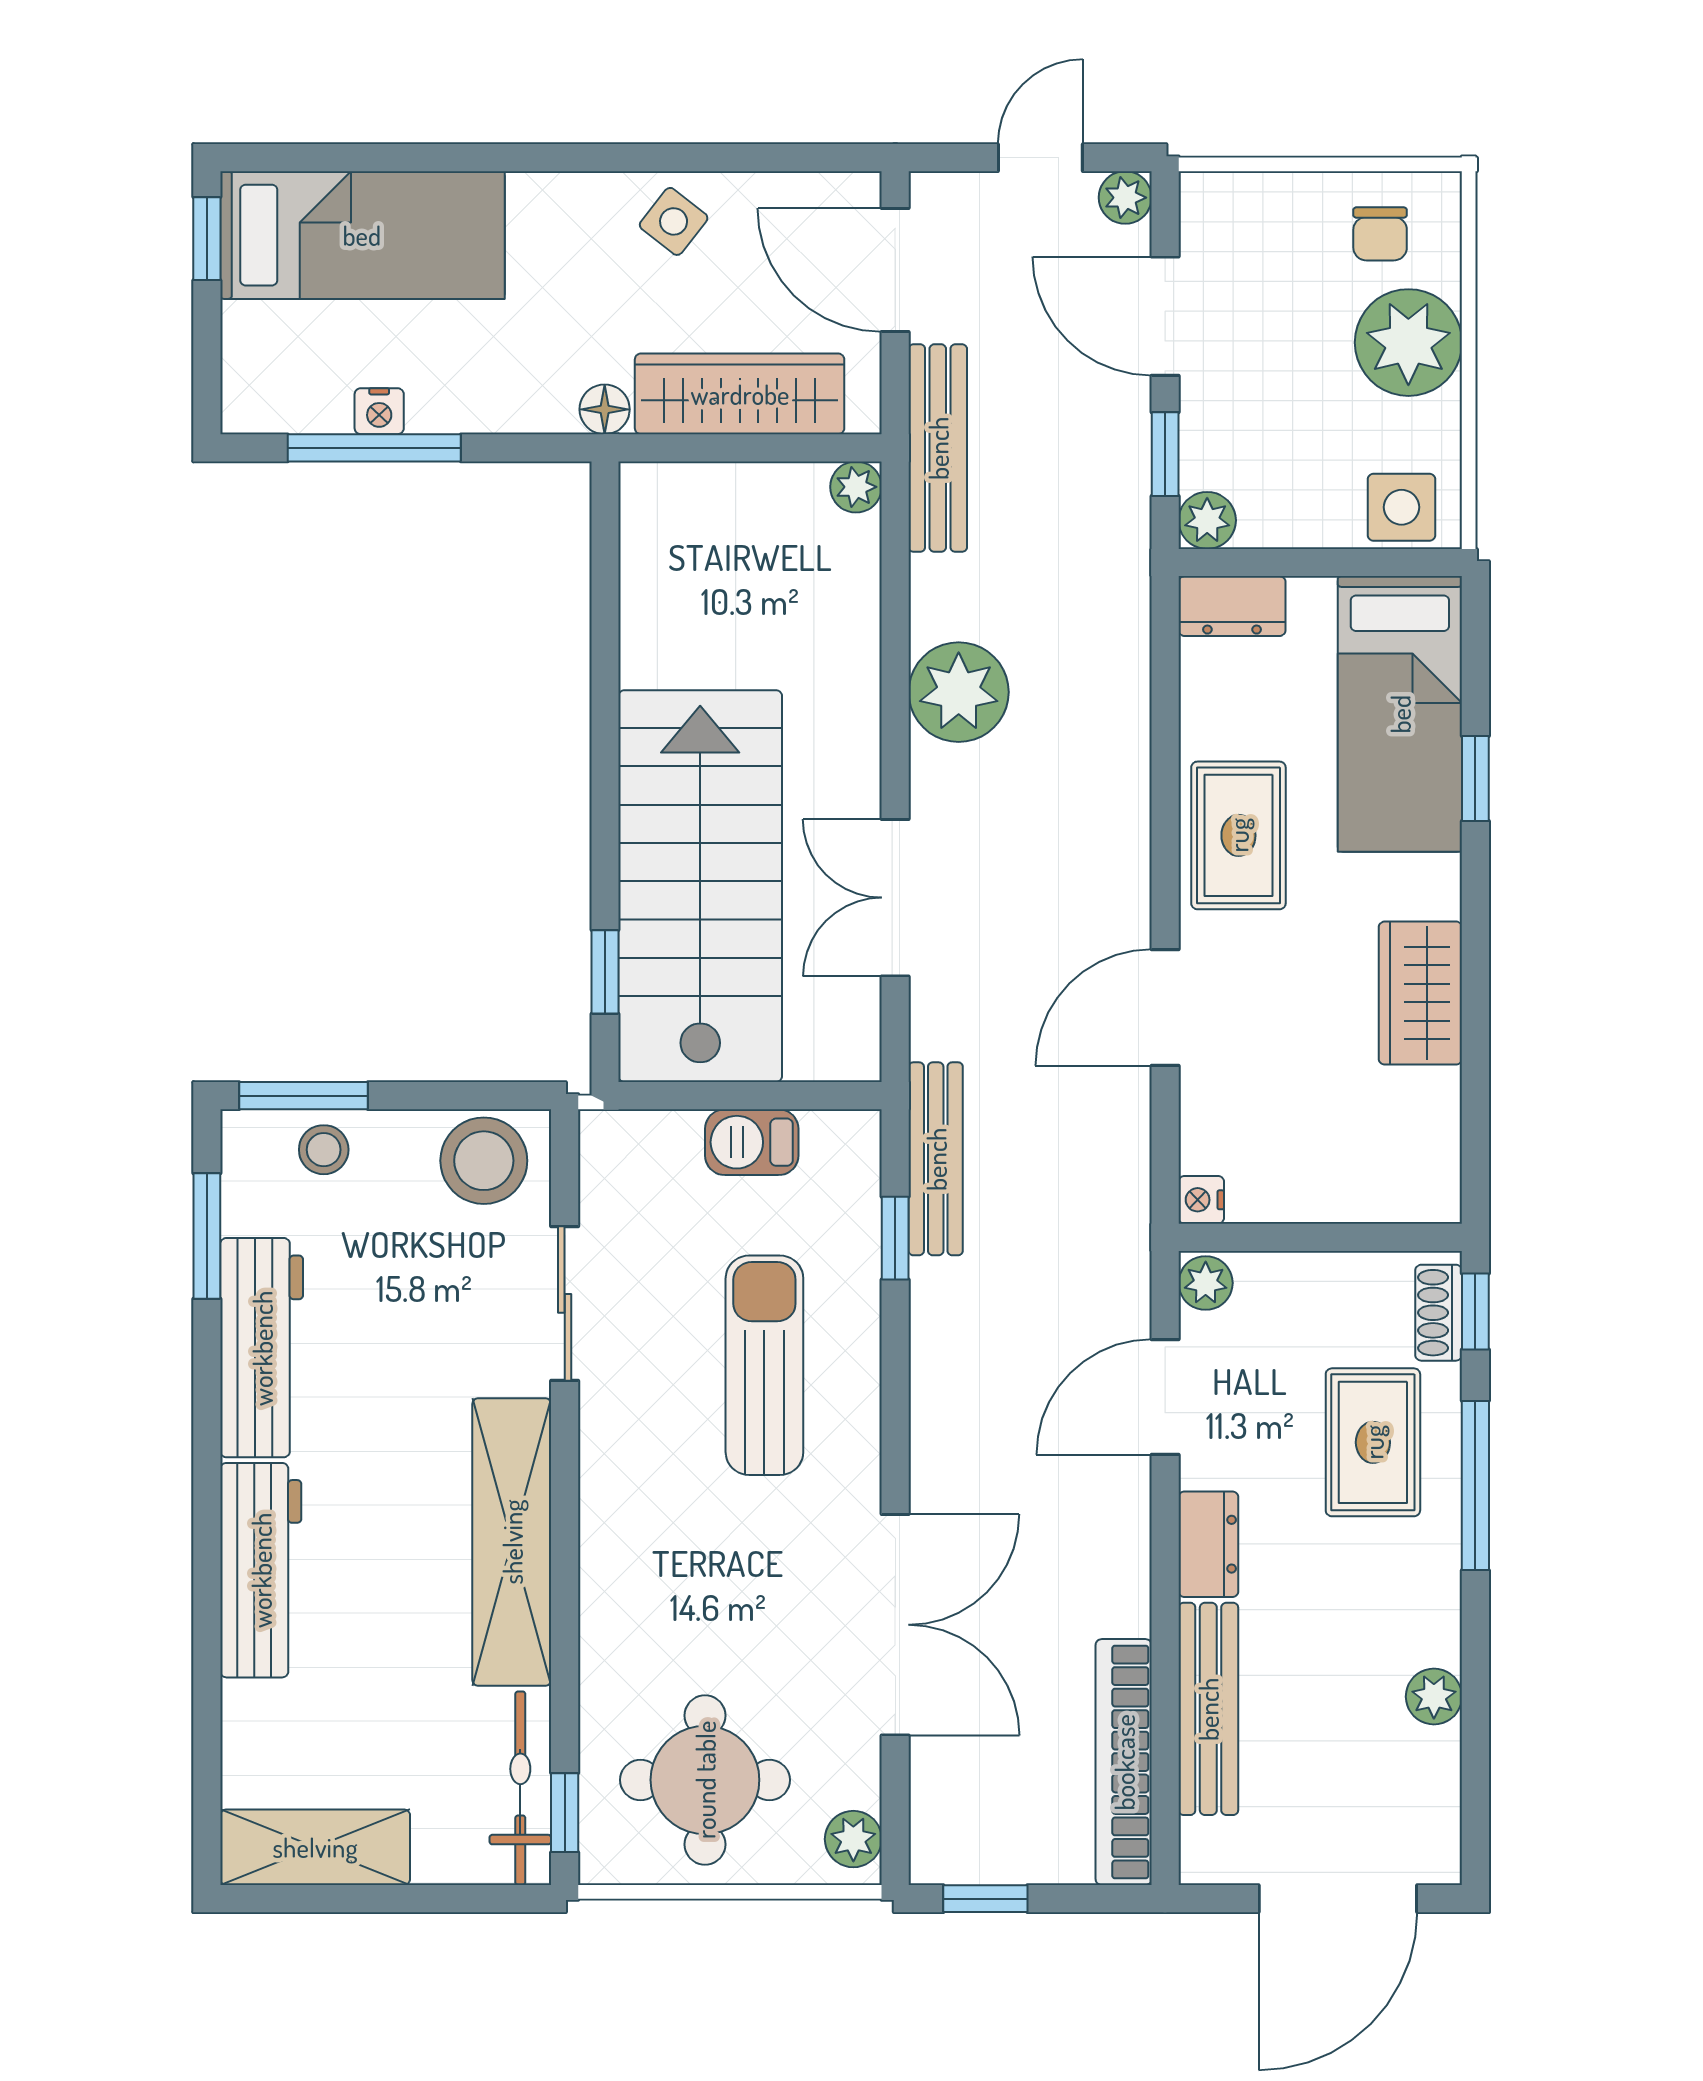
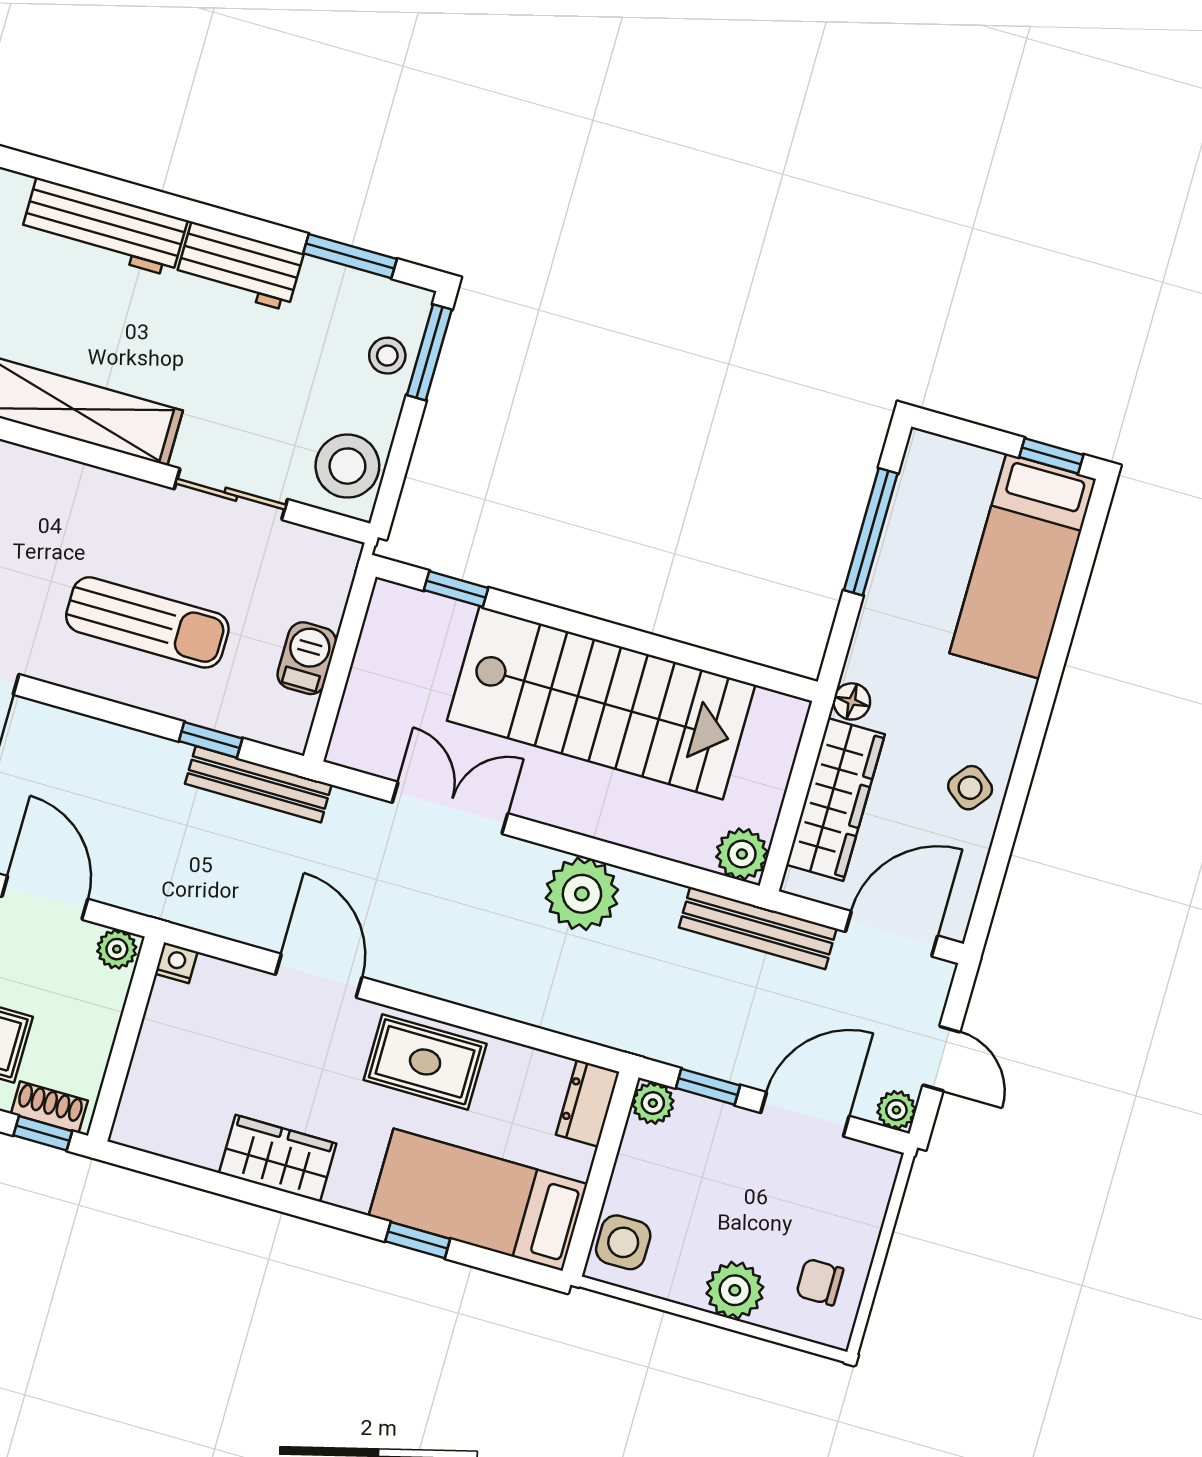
plant: (1408, 343) -> (735, 1290), width x0.73, depth x0.73
nightstand: (379, 411) -> (896, 543), removed
plant: (856, 487) -> (742, 854), width x1.38, depth x1.38
stairs: (700, 886) -> (601, 703), moved
workbench: (262, 1348) -> (239, 266), width x0.73

